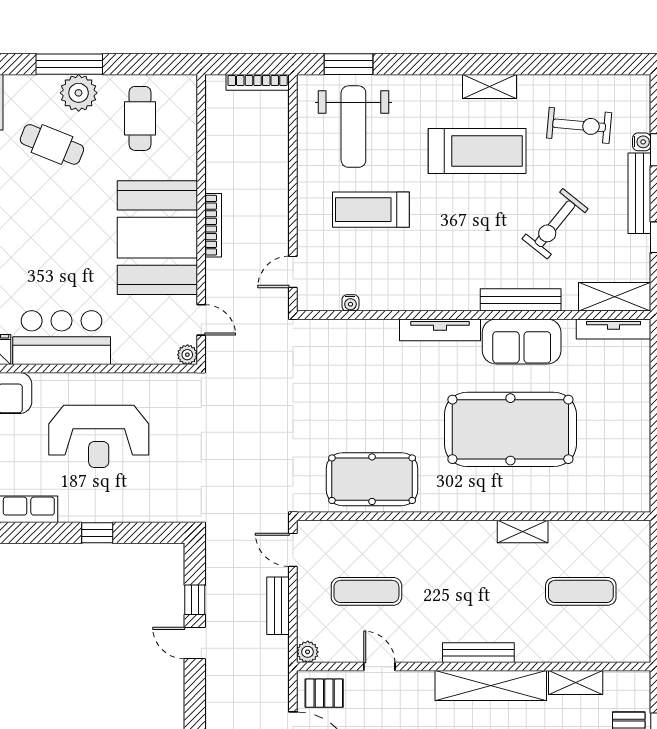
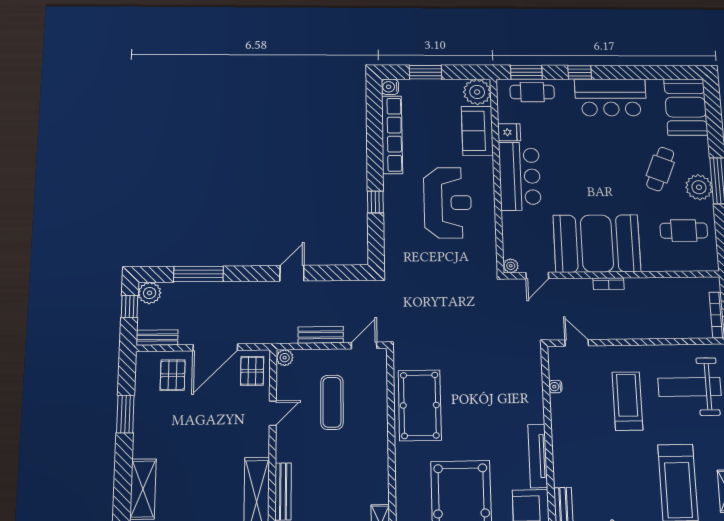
bookcase: (213, 225) -> (609, 284), width x0.64
reception desk: (99, 436) -> (448, 203), turned 180
window: (195, 600) -> (325, 273), removed

